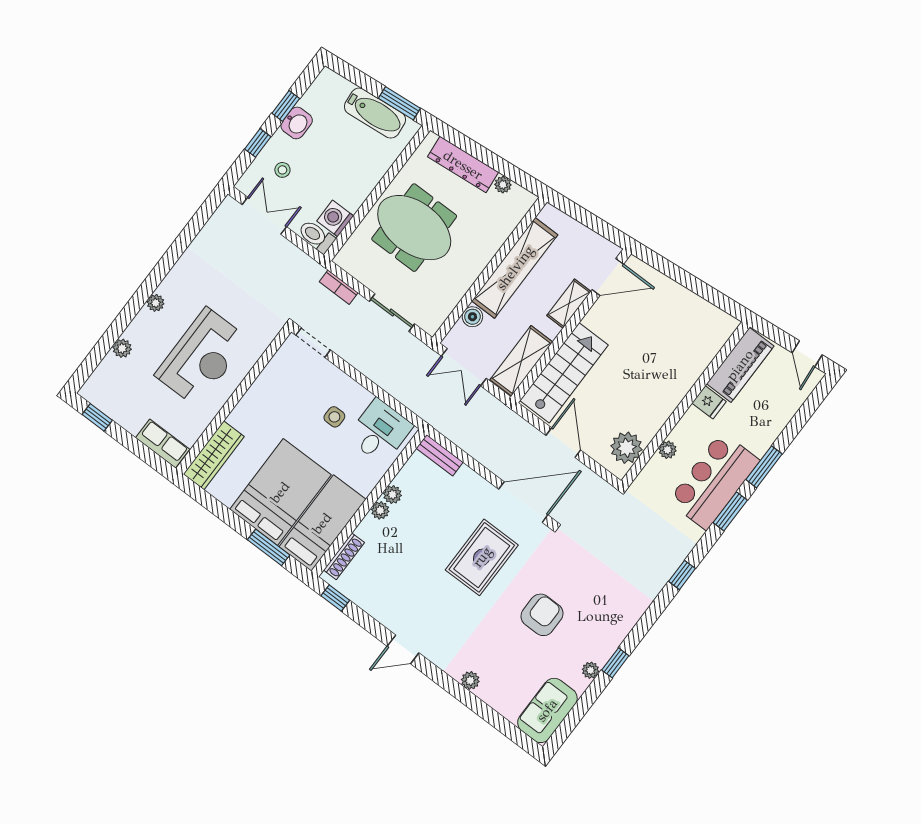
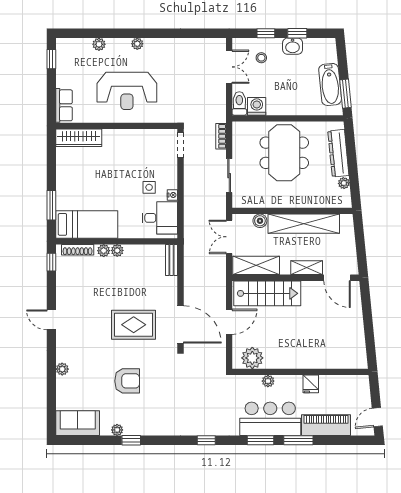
piano: (740, 365) -> (326, 425), moved, turned 180
nightstand: (364, 396) -> (172, 195), added
bed: (280, 492) -> (86, 189), removed
plant: (392, 495) -> (104, 251), moved

